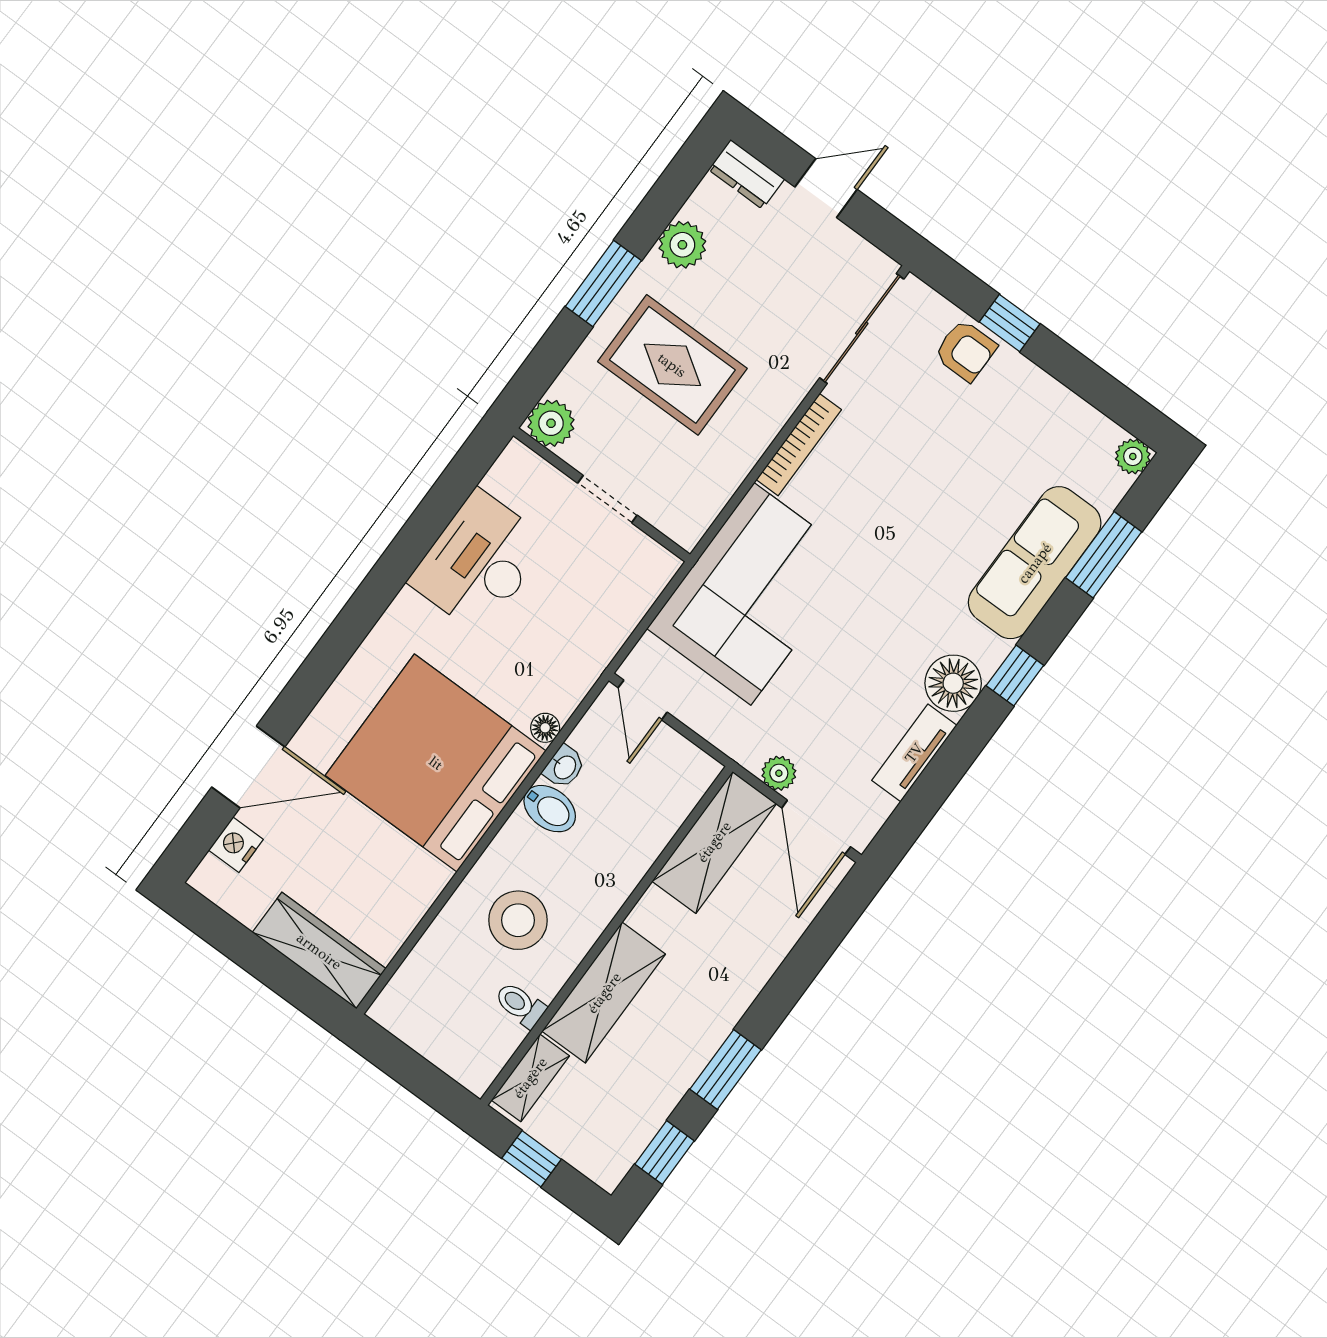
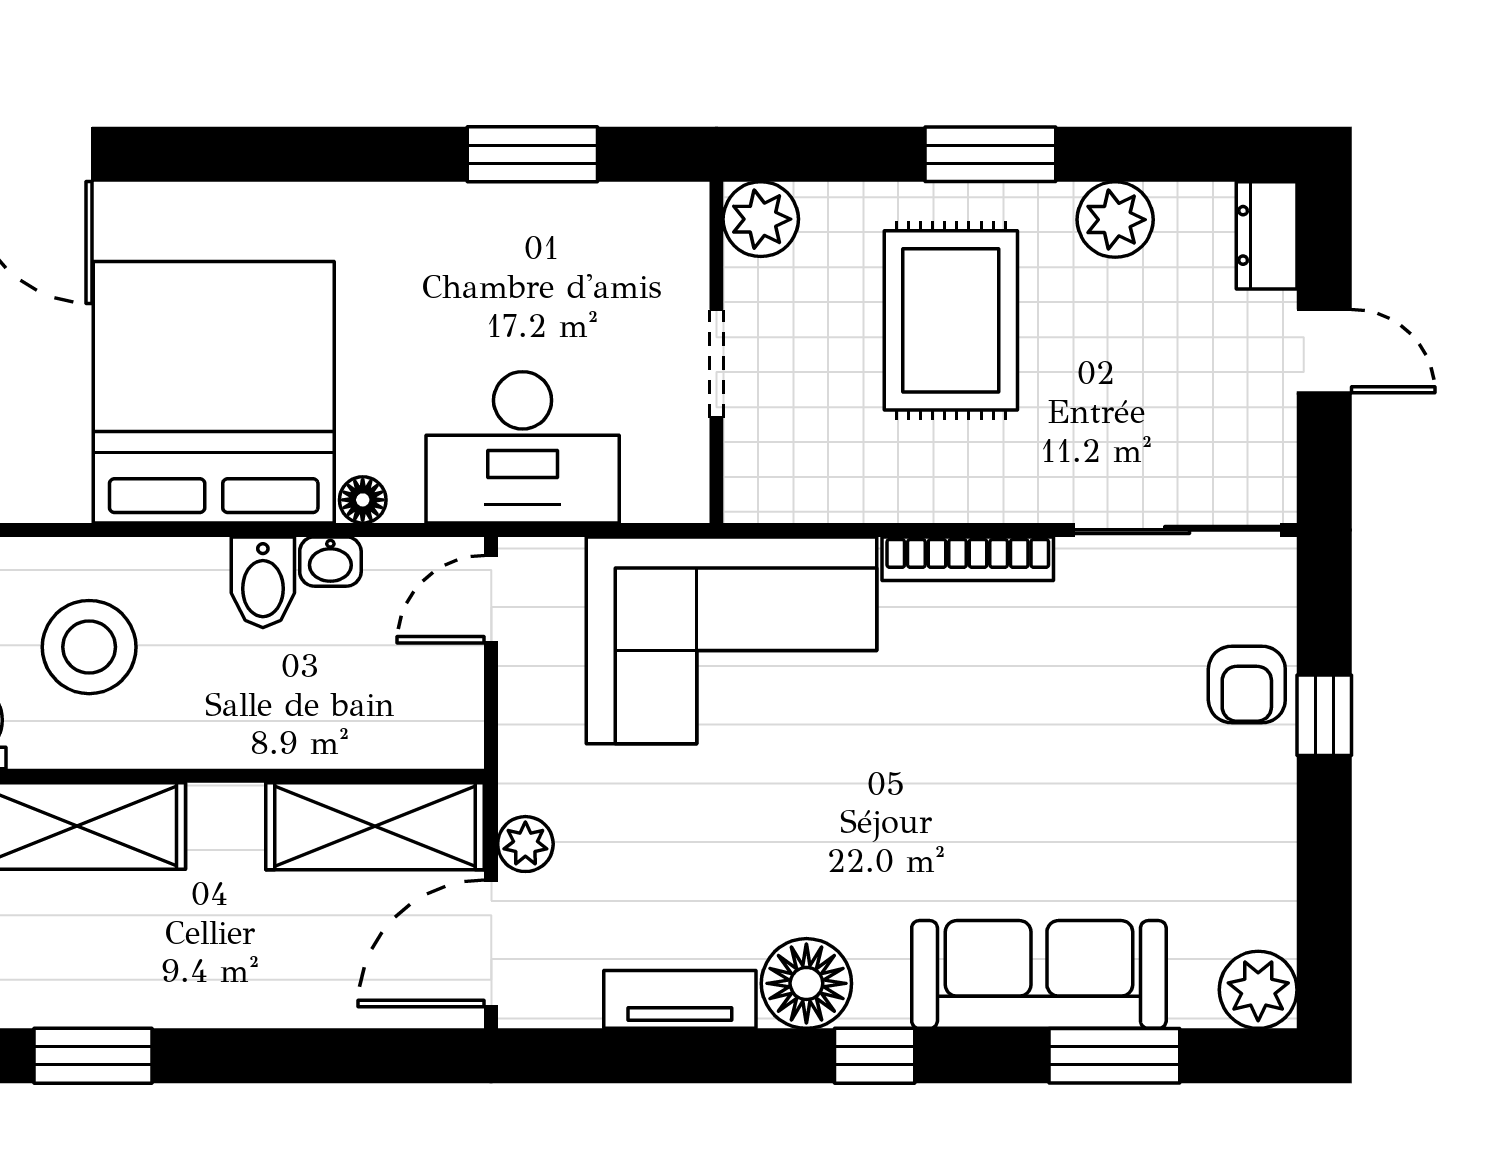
plant: (1133, 456) -> (1258, 990), width x1.38, depth x1.38
window: (434, 514) -> (532, 154), added
desk: (479, 562) -> (523, 447), moved, turned 180

